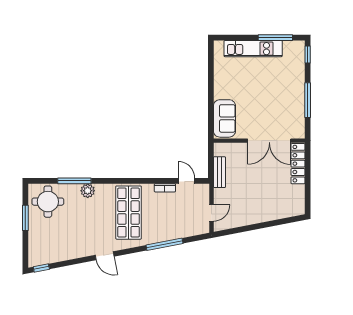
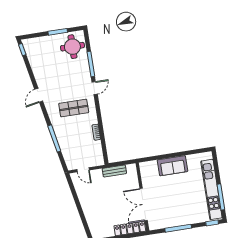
kitchen unit: (253, 49) -> (211, 189), width x1.36
sofa: (224, 118) -> (172, 166), moved
door: (186, 181) -> (95, 88), moved
plant: (88, 191) -> (85, 75), removed
shop shelf: (129, 213) -> (74, 108), width x0.70, depth x0.74

